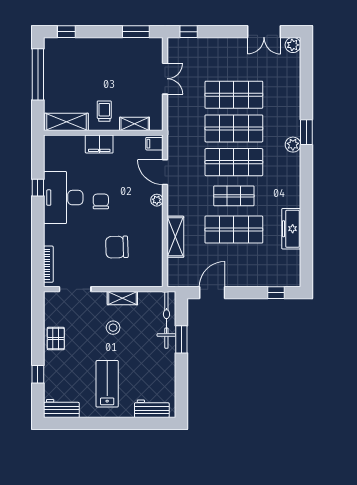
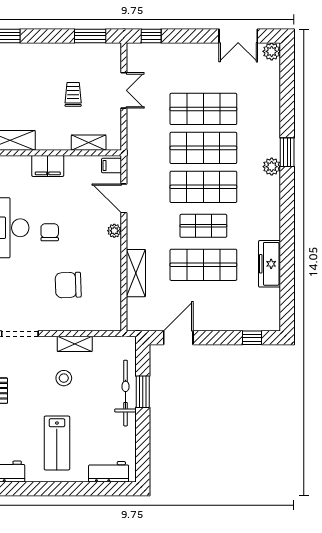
trolley: (104, 111) -> (73, 94), moved
bicycle: (166, 320) -> (125, 393), moved
lab bench: (107, 384) -> (57, 443), turned 180

